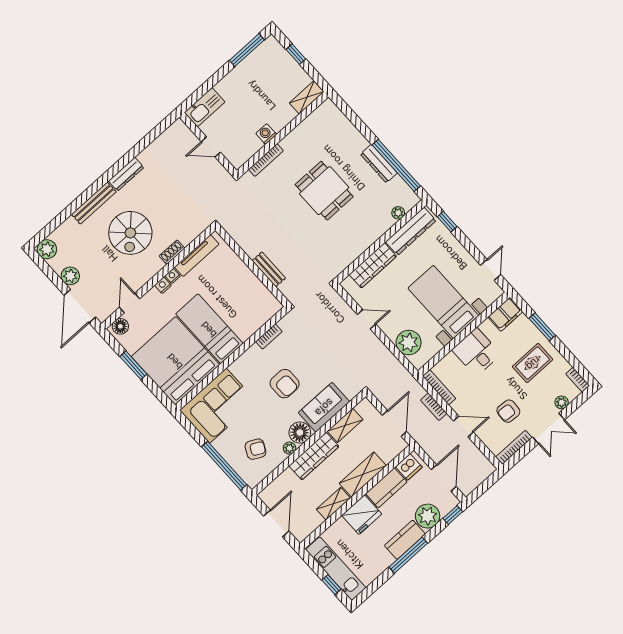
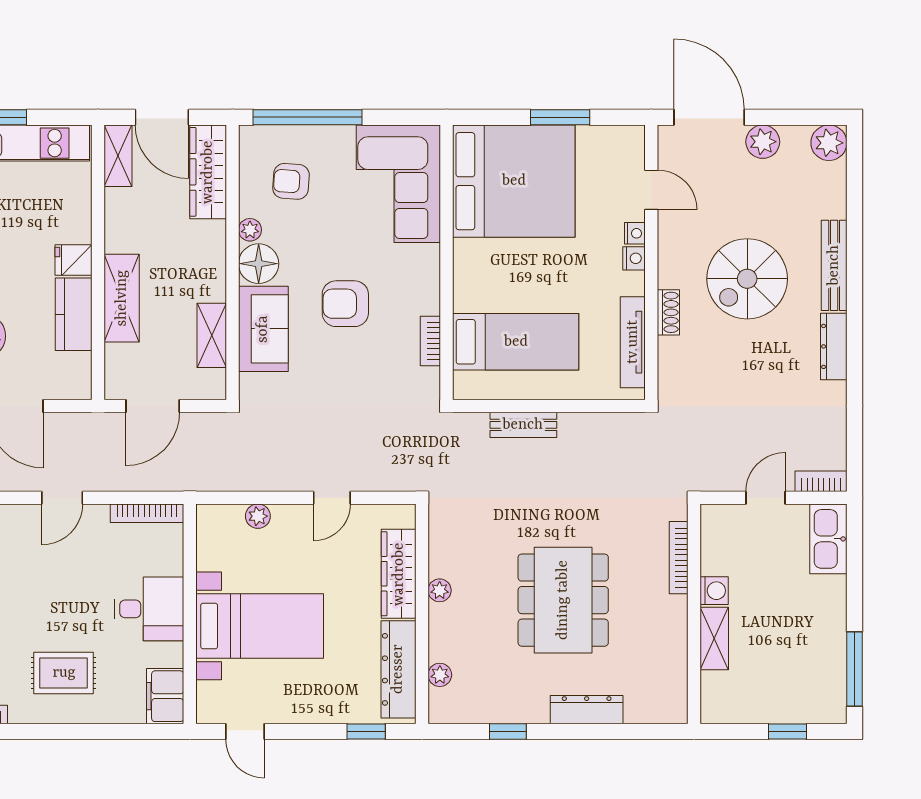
shelving: (307, 97) -> (714, 639), moved
dresser: (379, 164) -> (587, 710), moved
window: (396, 165) -> (508, 732), width x0.32
dining table: (324, 191) -> (563, 600), width x1.38
spiral stairs: (130, 233) -> (747, 279), turned -90
plant: (365, 243) -> (440, 590), added
nightstand: (173, 276) -> (635, 233), moved
floor lamp: (120, 326) -> (630, 148), removed
window: (542, 327) -> (102, 732), removed
bed: (209, 329) -> (516, 342), moved
plant: (409, 342) -> (258, 516), width x0.53, depth x0.53
rug: (533, 363) -> (64, 673), turned 90
bookcase: (434, 407) -> (821, 481), moved
armchair: (508, 411) -> (27, 579), removed
door: (394, 423) -> (153, 406), hinge flipped
armchair: (255, 449) -> (291, 181), turned 67
wardrobe: (314, 456) -> (208, 172), moved
dishwasher: (409, 467) -> (74, 372), removed
shelving: (333, 504) -> (118, 156), moved
fridge: (362, 515) -> (74, 260), width x0.53, depth x0.75

